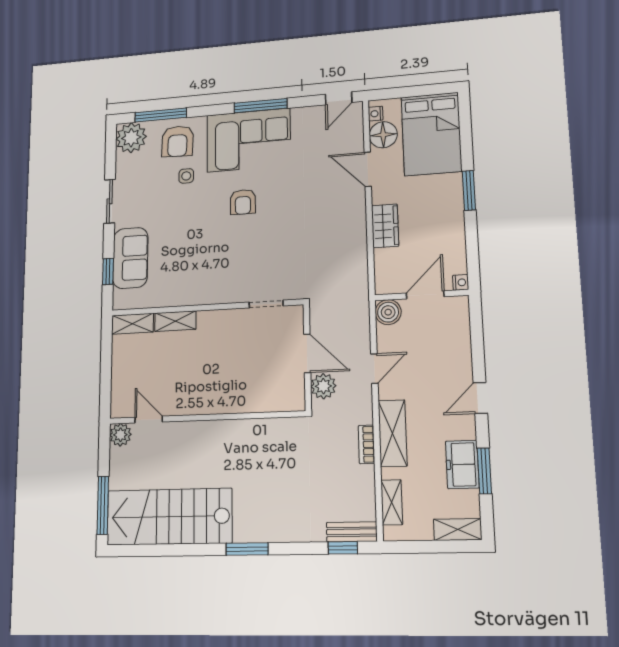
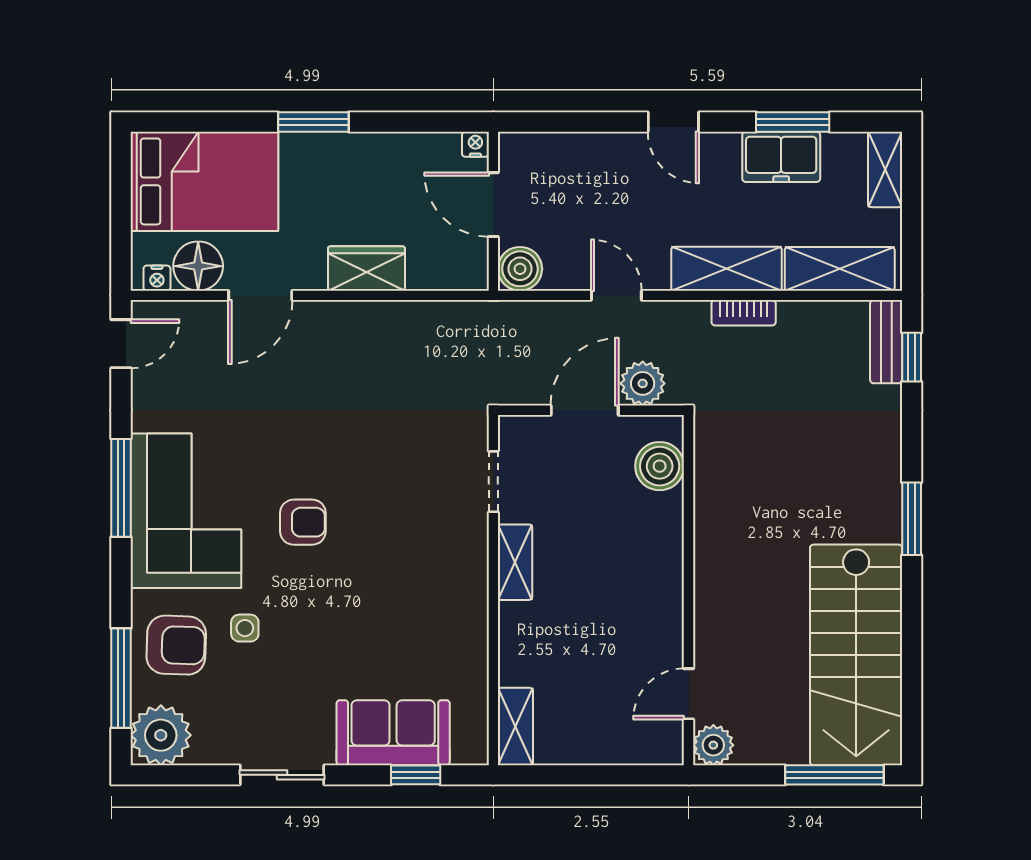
door: (339, 98) -> (121, 344), hinge flipped
shelving: (175, 321) -> (515, 562), moved
boiler: (276, 398) -> (660, 466), added
shelving: (392, 502) -> (840, 269), width x1.50, depth x1.33

